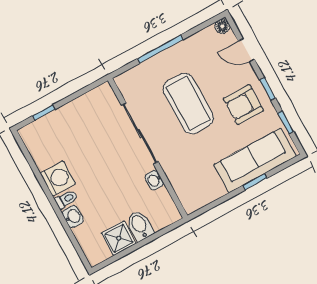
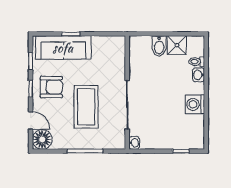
floor lamp: (222, 26) -> (42, 139), width x1.89, depth x1.89
washbasin: (154, 180) -> (134, 143), moved
toilet: (66, 199) -> (197, 62), moved

